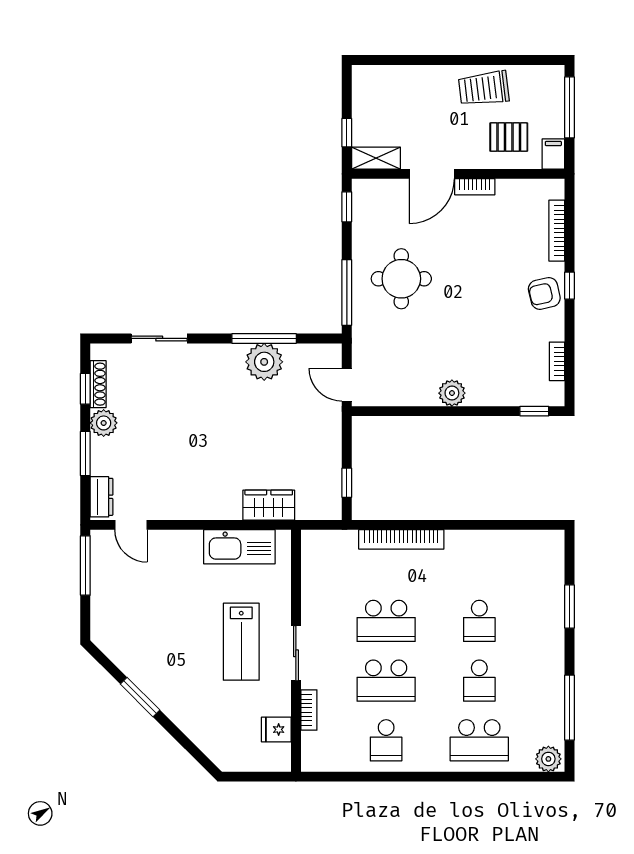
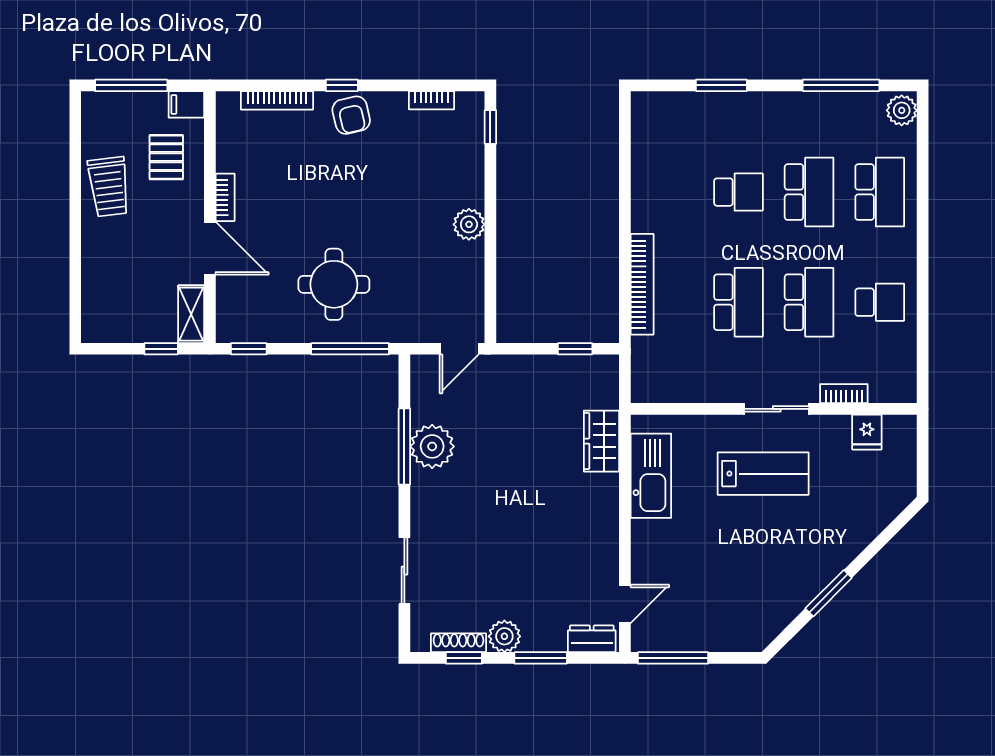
school desk: (479, 681) -> (809, 192), width x1.85

